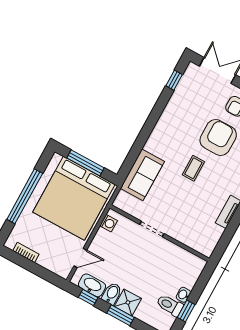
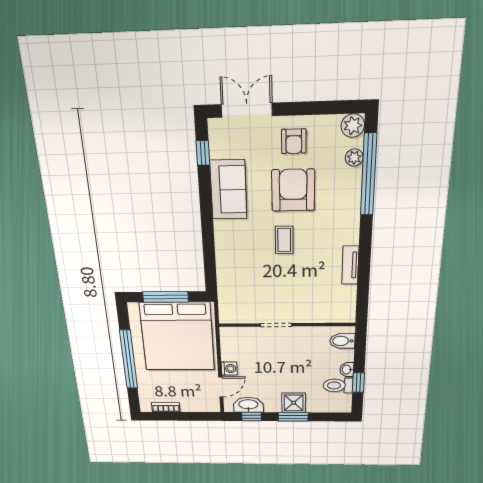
sofa: (142, 175) -> (228, 190), moved
washing machine: (109, 223) -> (229, 369), moved
bidet: (112, 294) -> (342, 341), moved, turned -90

